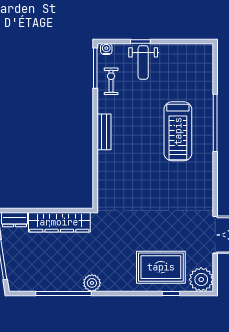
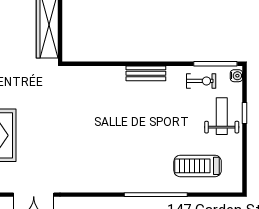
weight bench: (143, 62) -> (222, 116), turned 90
treadmill: (178, 131) -> (198, 166), moved, width x0.73, depth x0.73

